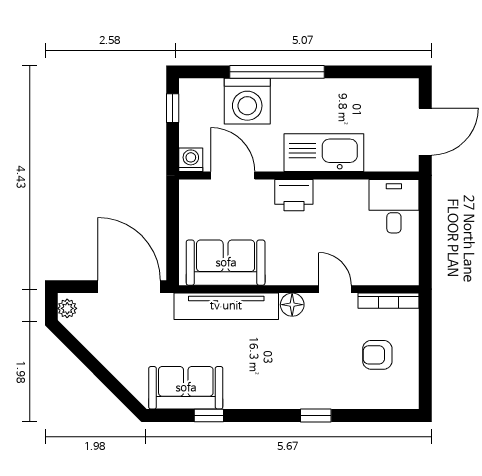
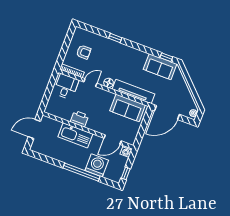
door: (233, 175) -> (113, 140), hinge flipped
printer: (294, 195) -> (79, 119), moved
desk: (394, 206) -> (66, 87), moved, turned 180
door: (129, 287) -> (167, 113), hinge flipped
door: (335, 289) -> (90, 83), swing flipped
window: (209, 415) -> (166, 57), moved

